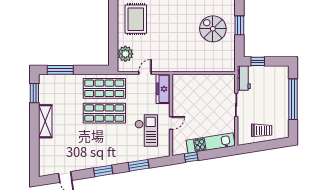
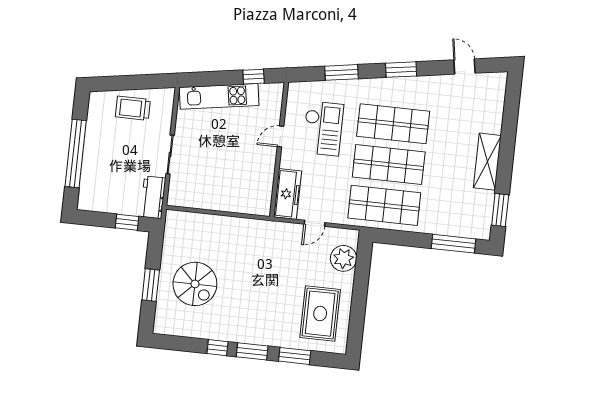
checkout: (146, 131) -> (323, 128), turned 180
shop shelf: (104, 138) -> (393, 124), added

